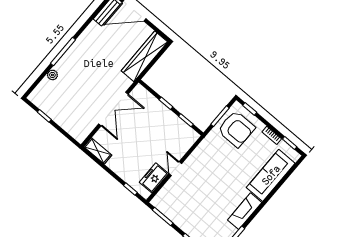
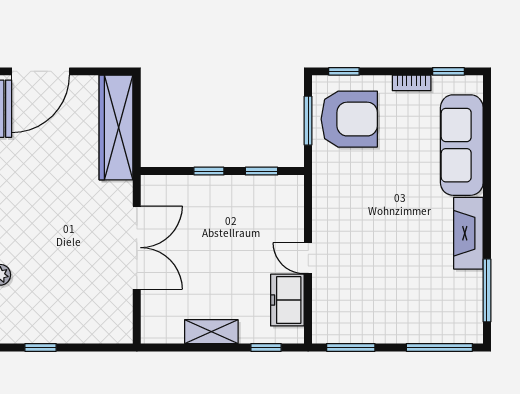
shelving: (98, 151) -> (211, 332), moved

